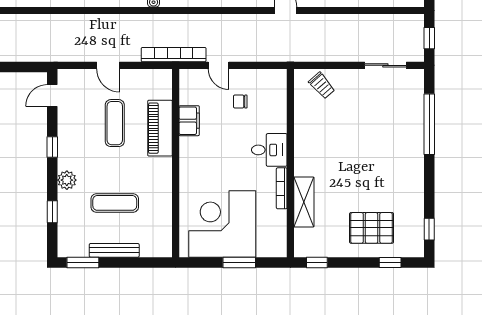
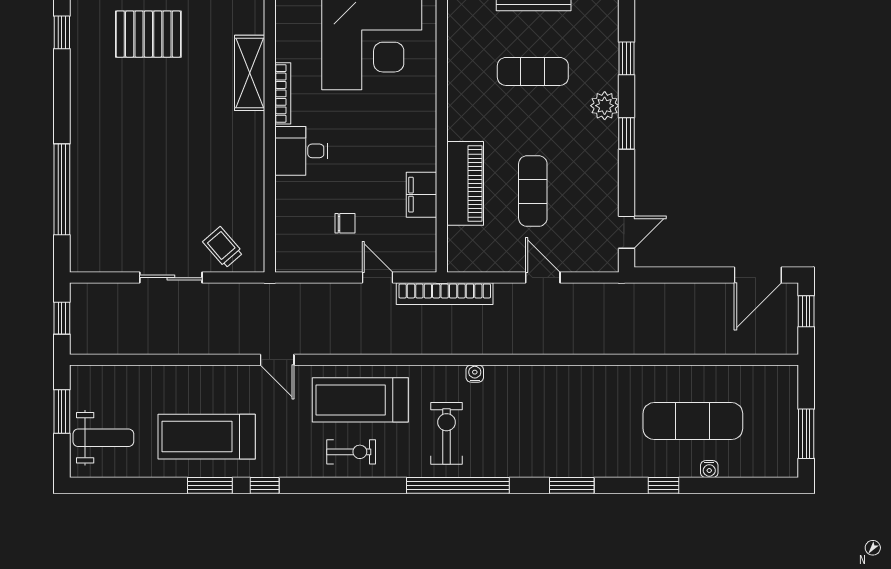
sliding door: (385, 65) -> (171, 278), moved
window: (52, 147) -> (626, 133), moved

